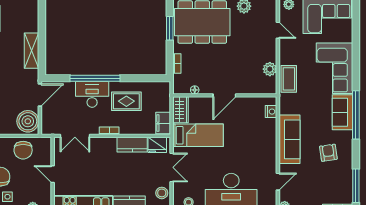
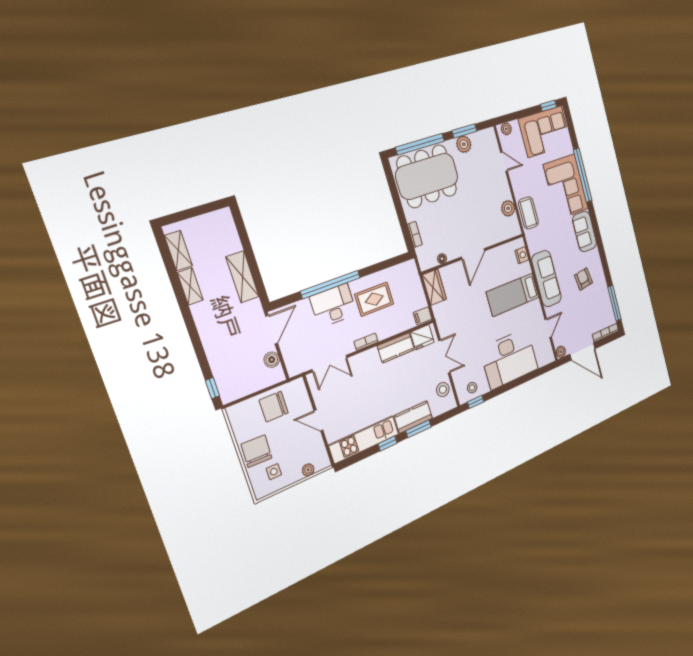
window: (170, 28) -> (395, 195), removed
window: (356, 115) -> (583, 175), moved
boiler: (28, 121) -> (272, 360), width x0.54, depth x0.54
filing cabinet: (163, 123) -> (423, 316), width x0.50
bed: (198, 135) -> (513, 295), moved, turned 180
chair: (23, 150) -> (274, 407), turned 90

